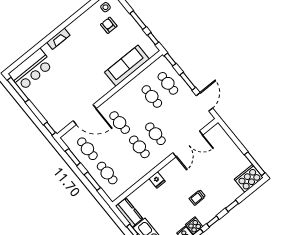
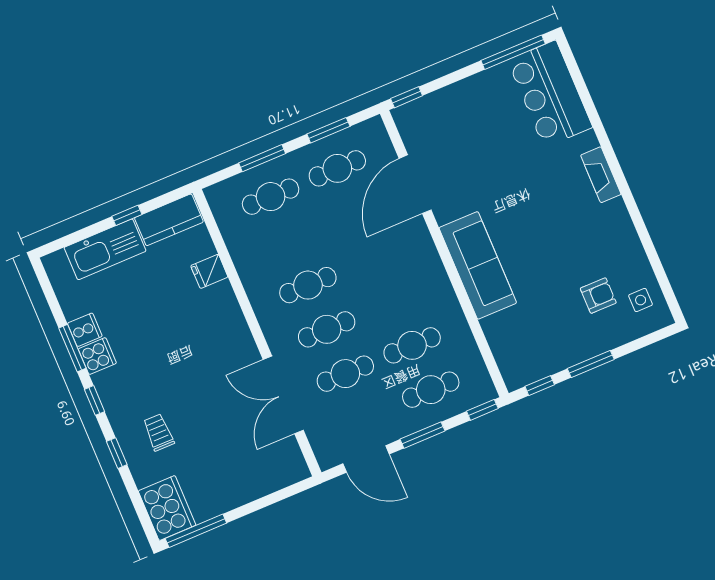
sofa: (127, 66) -> (478, 265), moved
cafe table: (120, 123) -> (345, 374), moved
fridge: (157, 180) -> (209, 271), moved
trolley: (197, 198) -> (159, 432), moved

